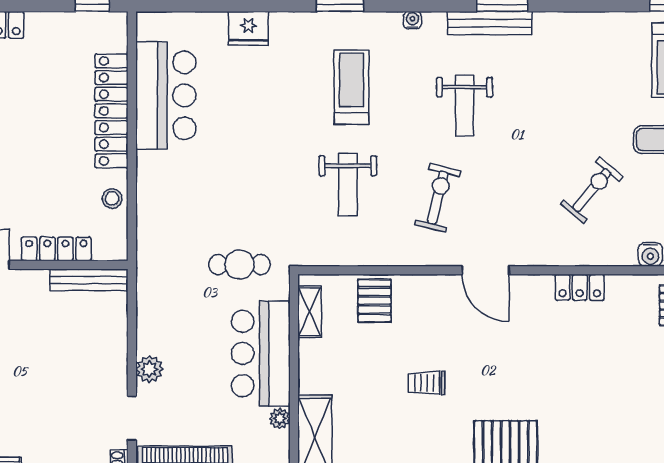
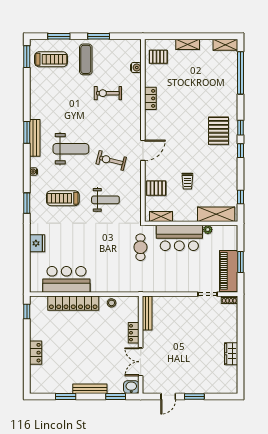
weight bench: (465, 106) -> (71, 149), width x1.36, depth x1.33
exercise bike: (592, 190) -> (108, 93), turned -40
locker: (56, 249) -> (134, 333), width x0.66
door: (485, 270) -> (143, 150), moved
plant: (150, 369) -> (186, 287), removed
trolley: (426, 383) -> (187, 181), moved

